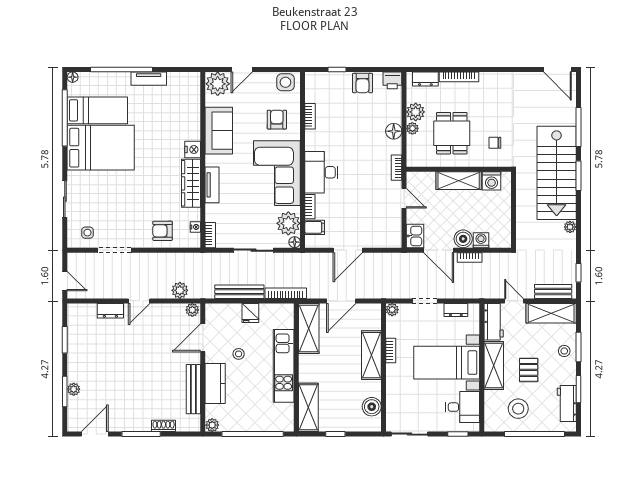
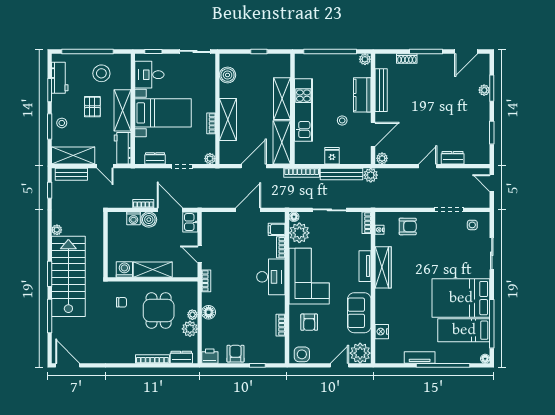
nightstand: (193, 150) -> (382, 332), moved
plant: (180, 290) -> (371, 175), moved
shelving: (308, 407) -> (282, 99), moved

